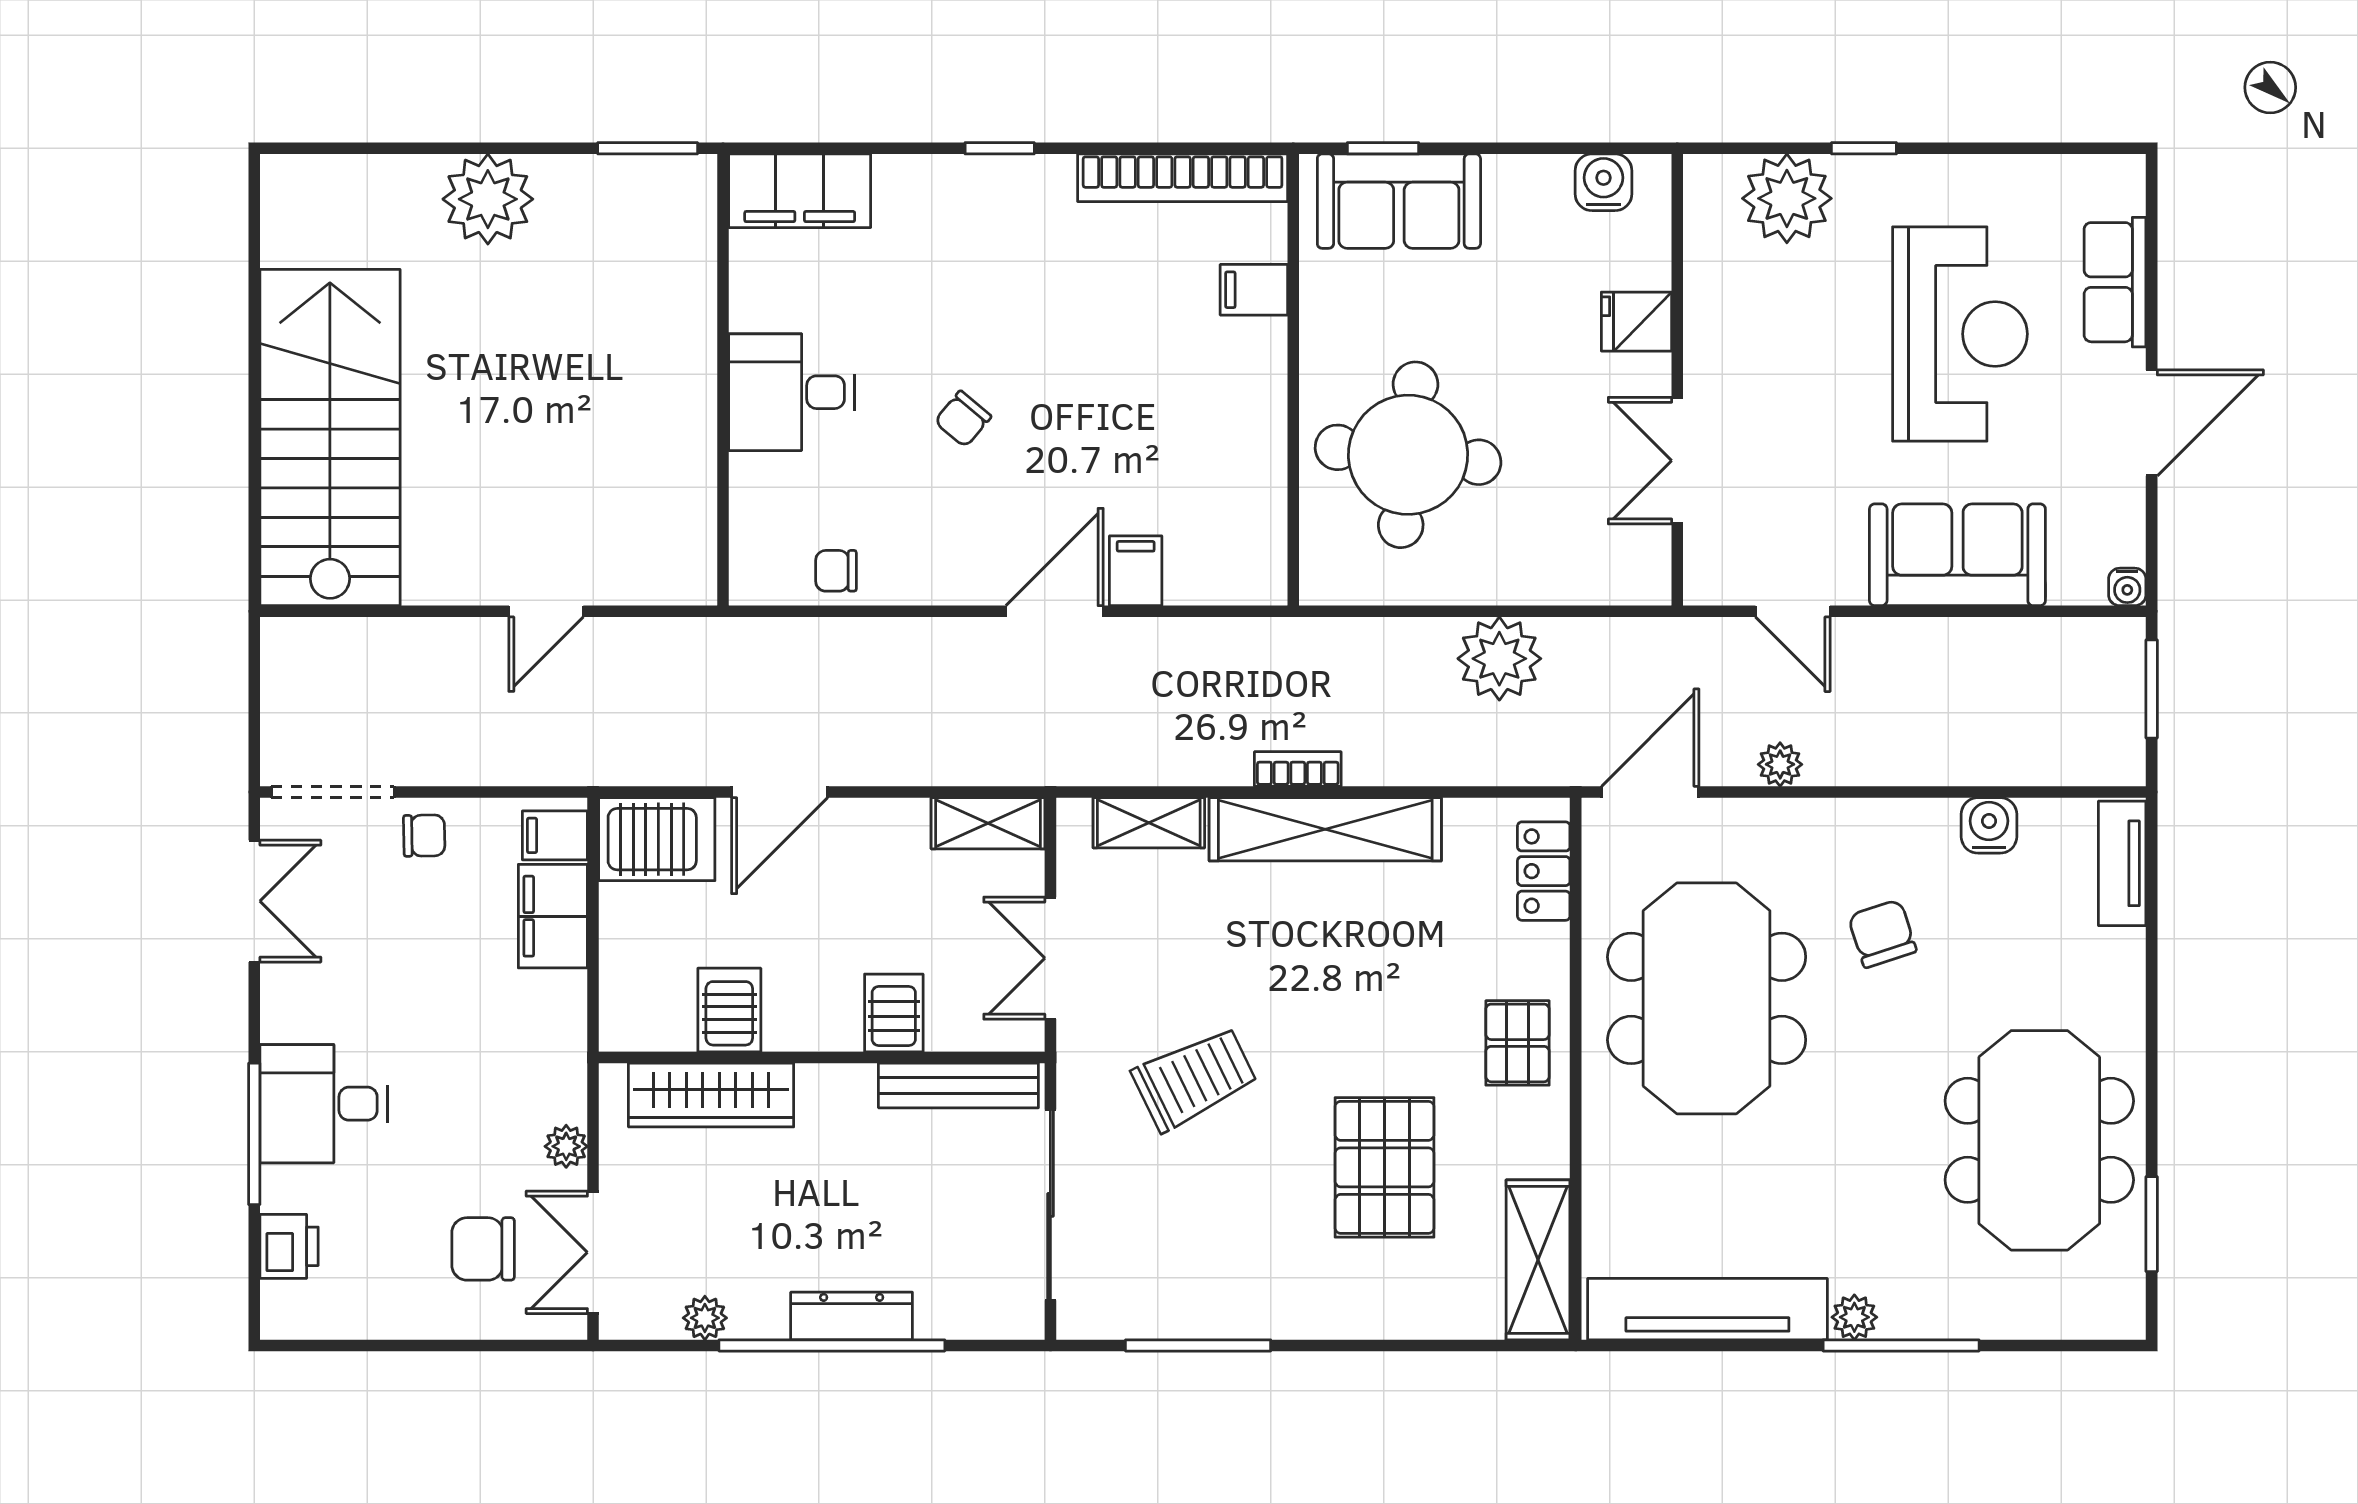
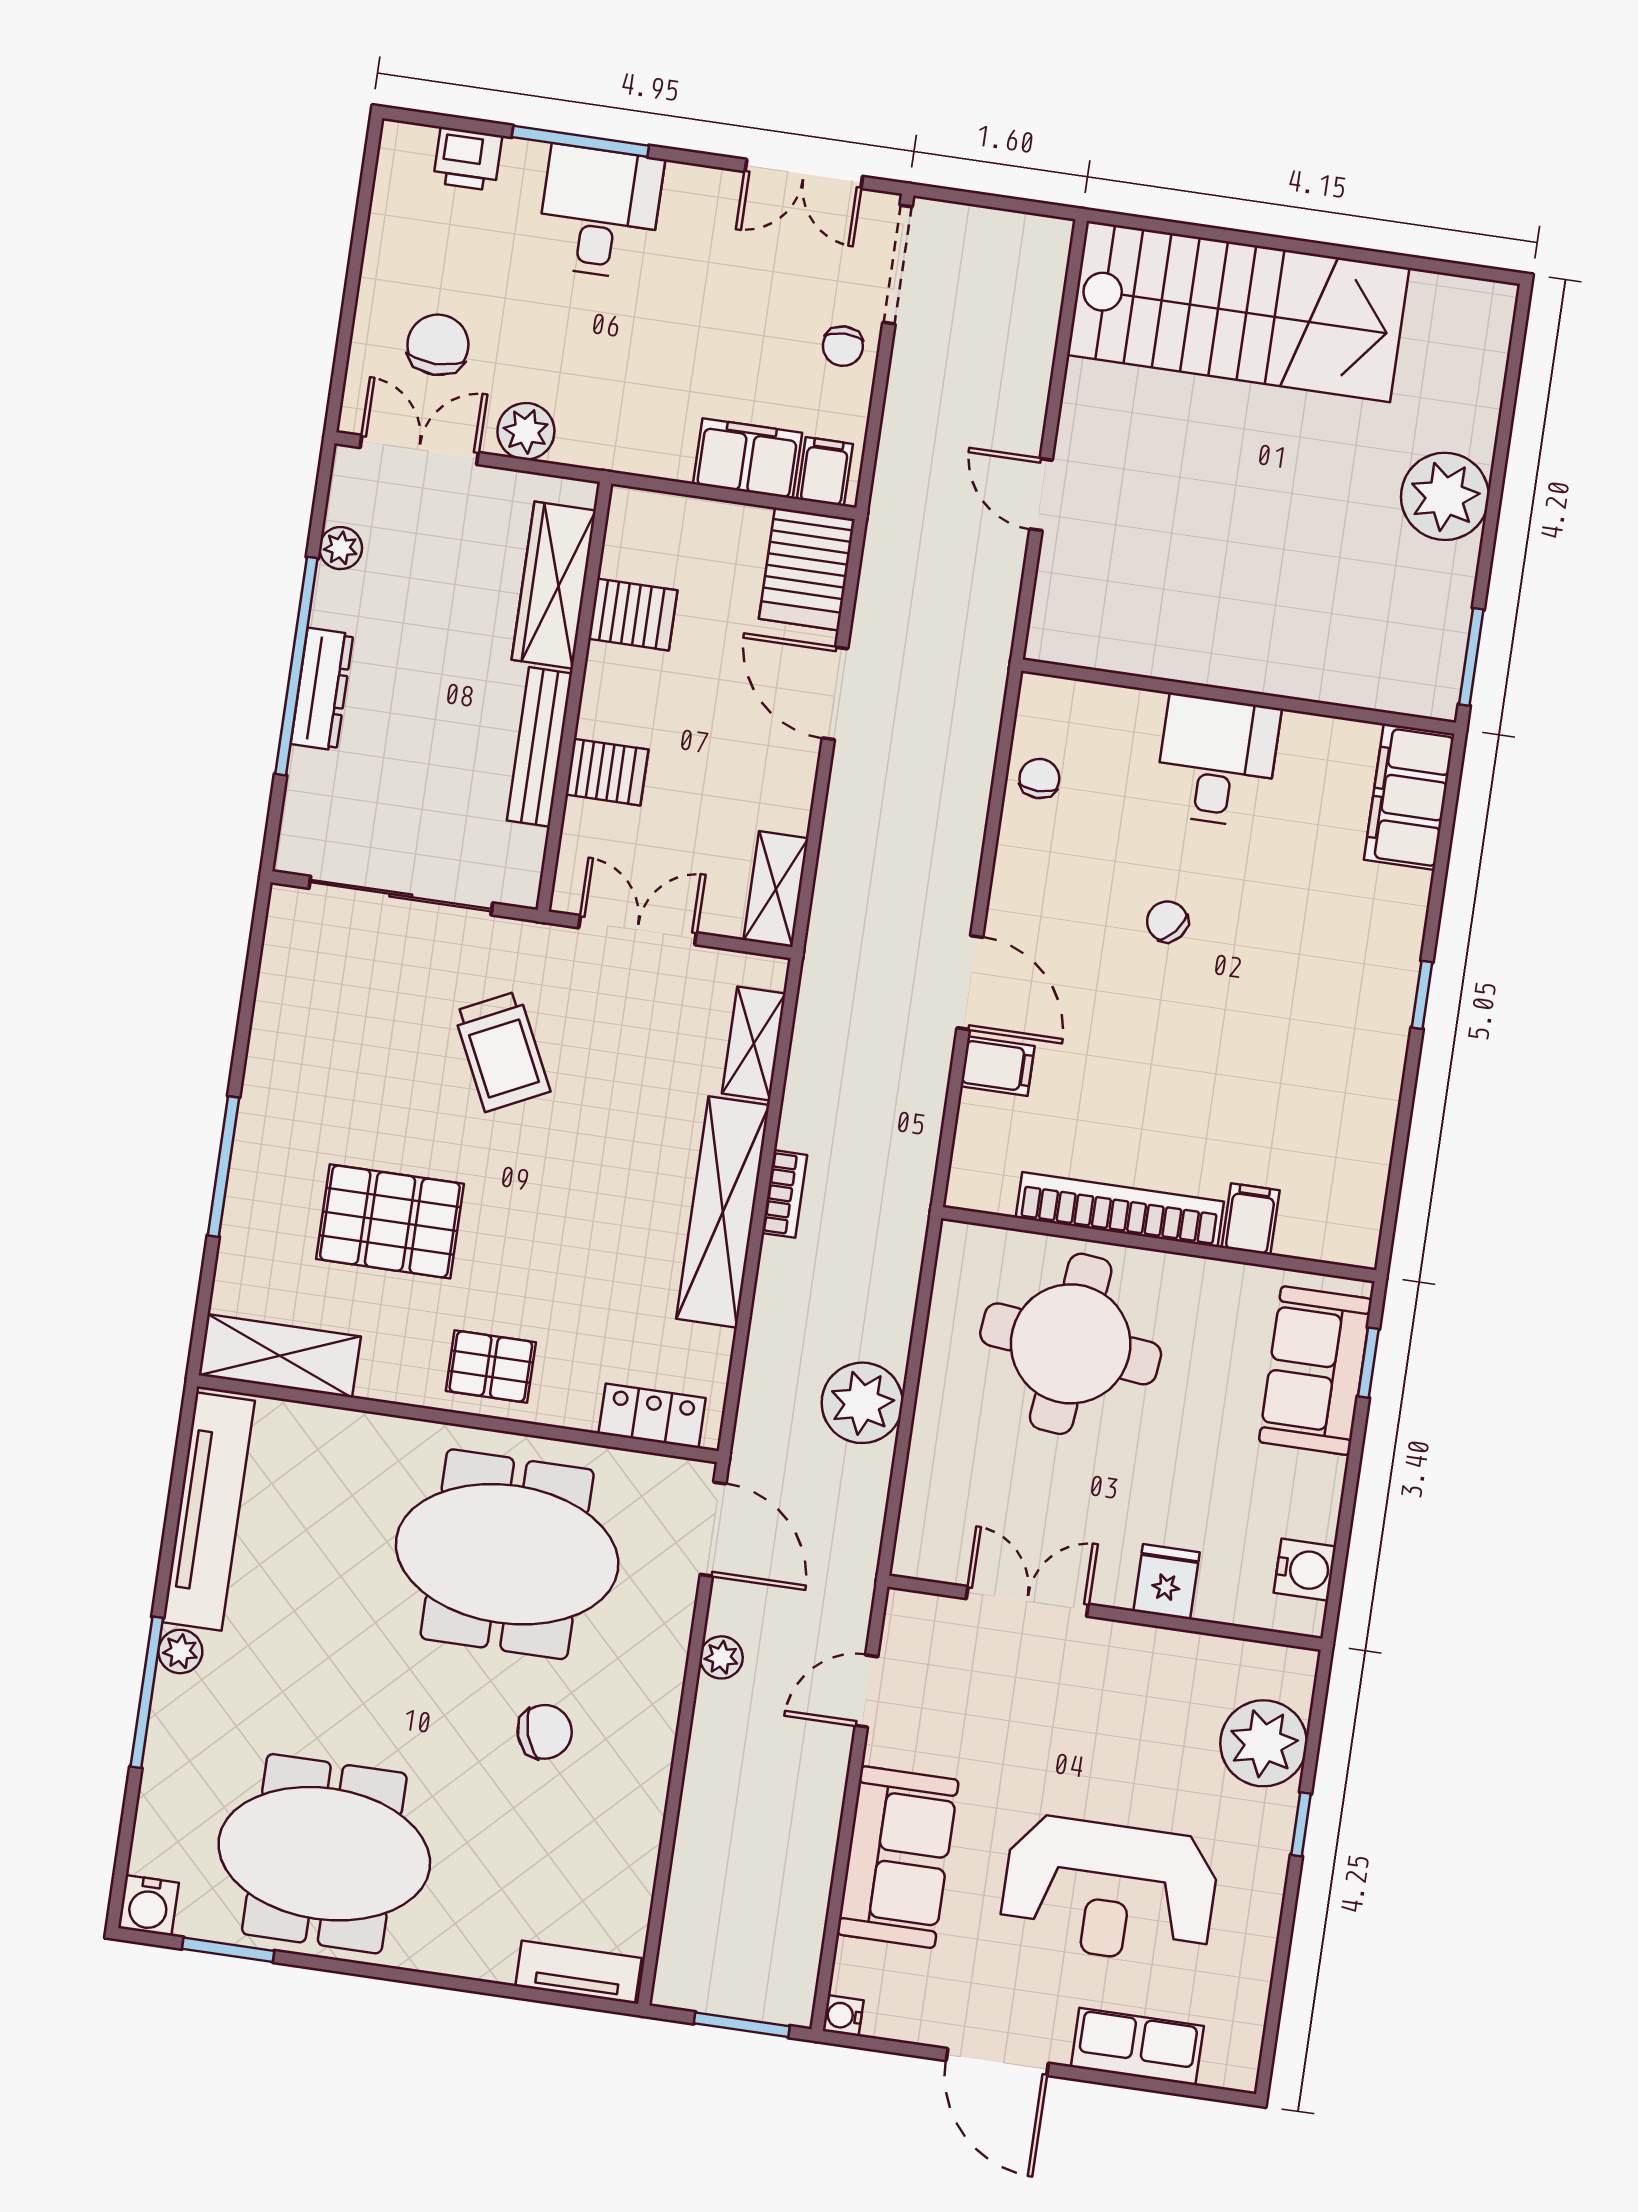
bookcase: (1183, 178) -> (1120, 1210), moved, turned 90
water cooler: (1989, 825) -> (148, 1905), moved, turned 90
bench: (958, 1085) -> (539, 747), moved
plant: (566, 1146) -> (526, 431), width x1.38, depth x1.38
window: (1198, 1345) -> (223, 1167), moved

